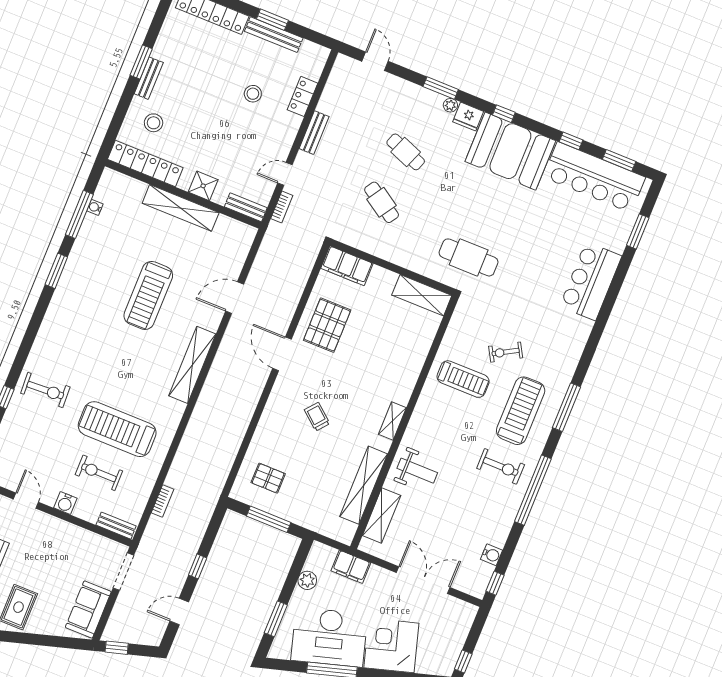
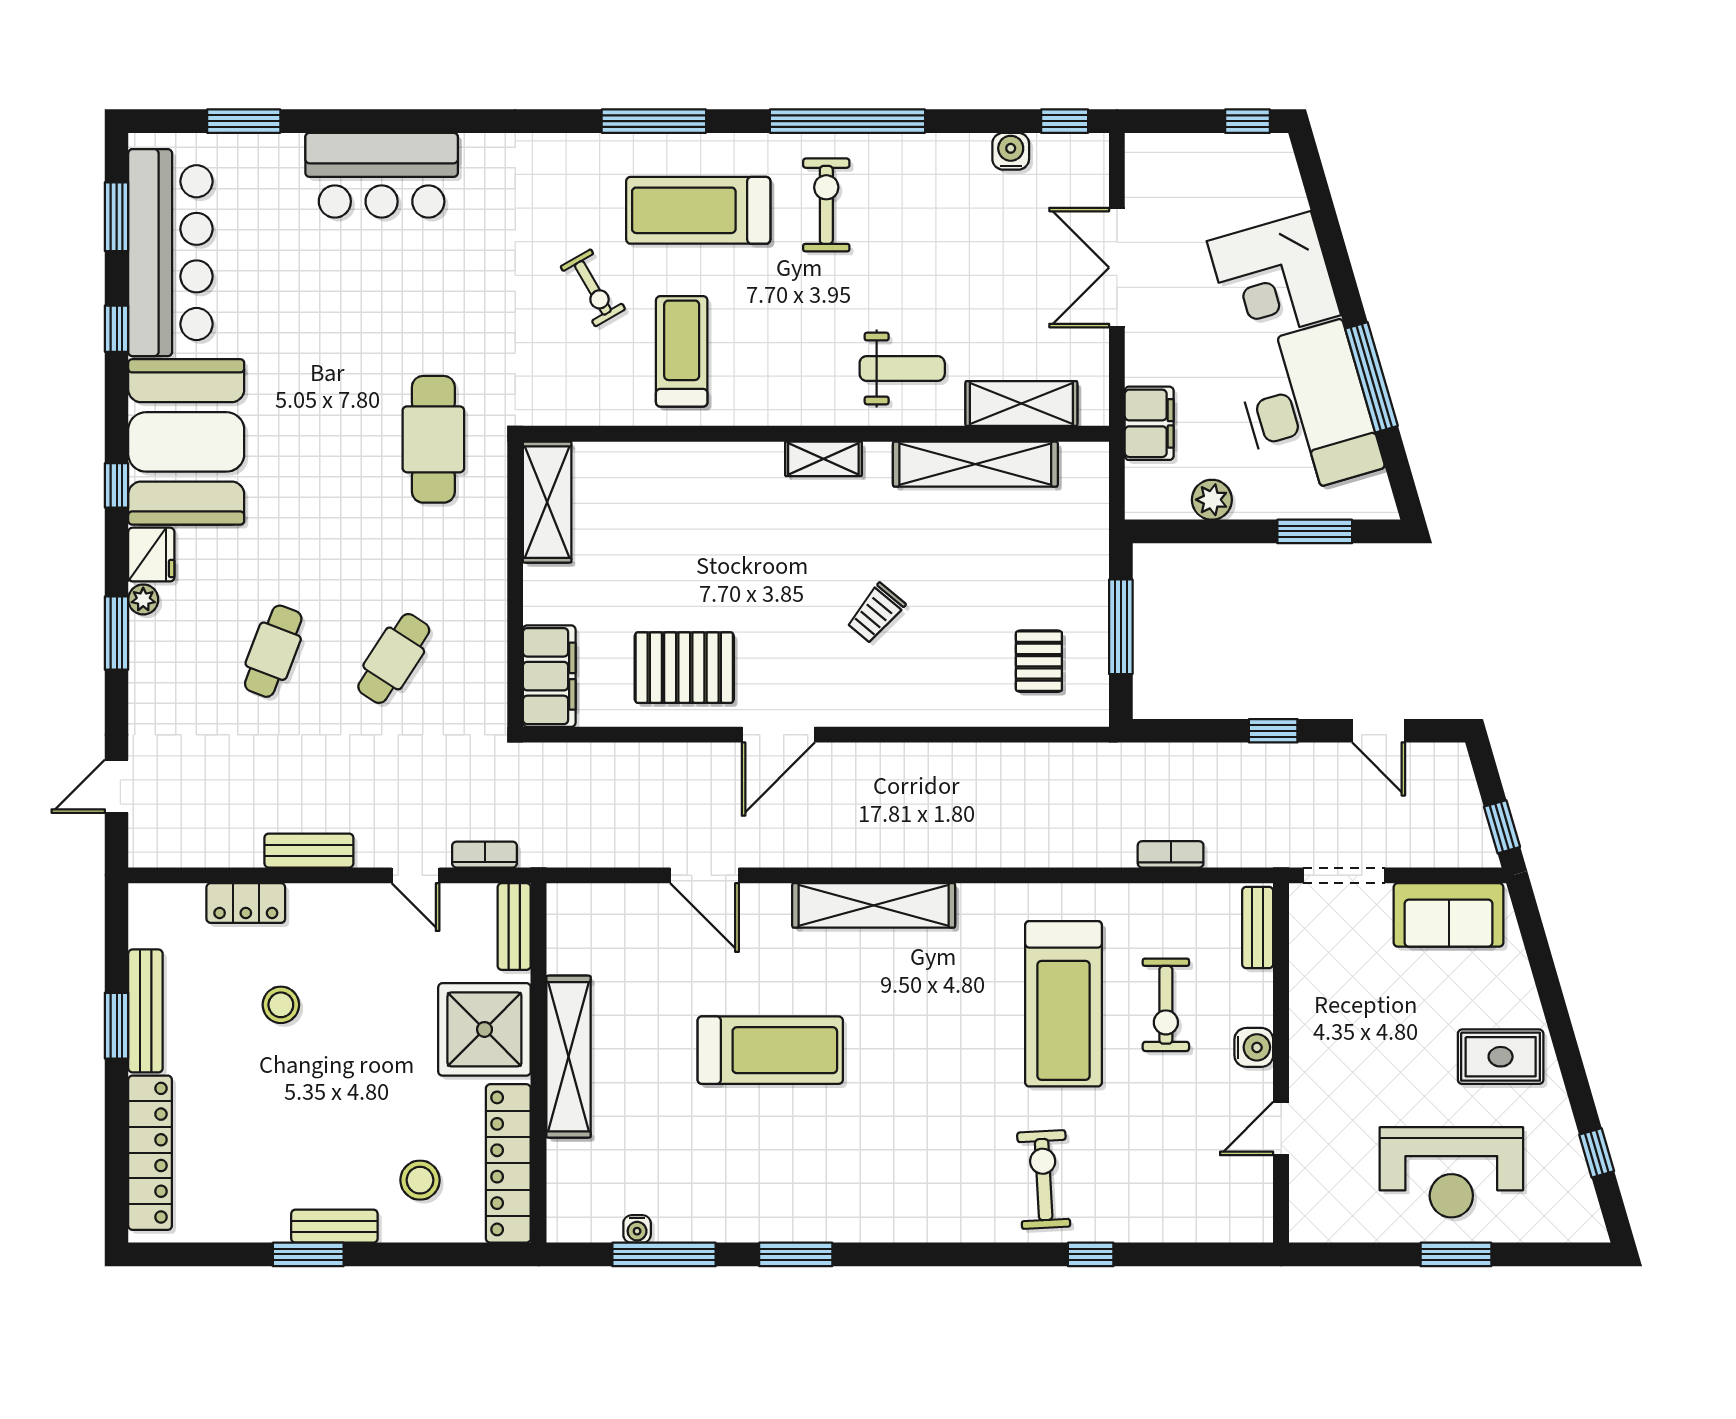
shower: (203, 186) -> (484, 1029), width x1.86, depth x1.86
weight bench: (417, 471) -> (902, 369), turned 90

